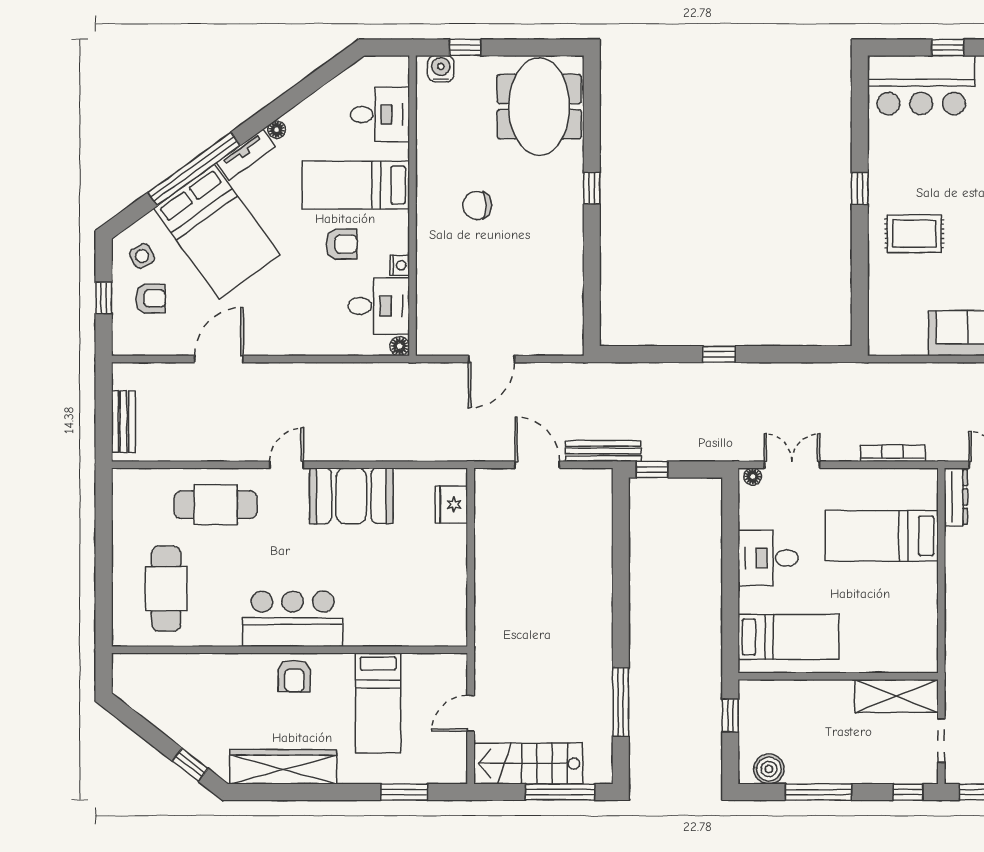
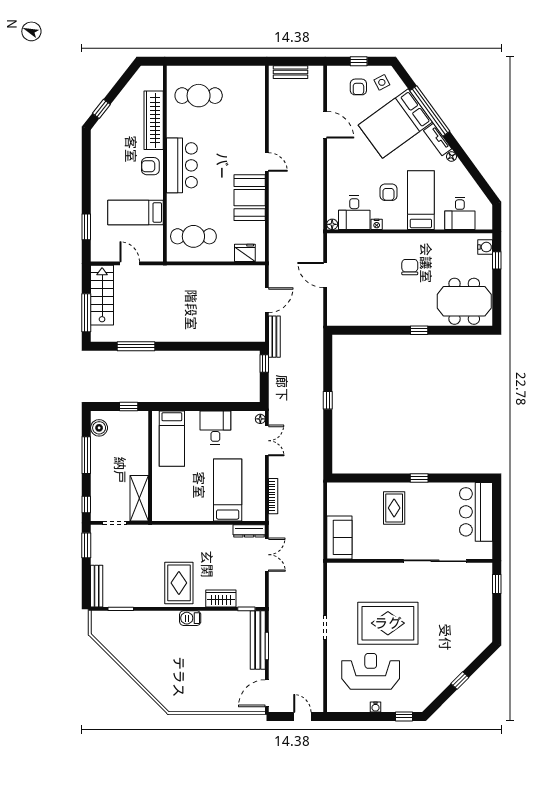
window: (948, 47) -> (497, 526), removed
cafe table: (216, 505) -> (193, 236), moved, turned 90
wardrobe: (283, 767) -> (154, 120), moved, turned 180

